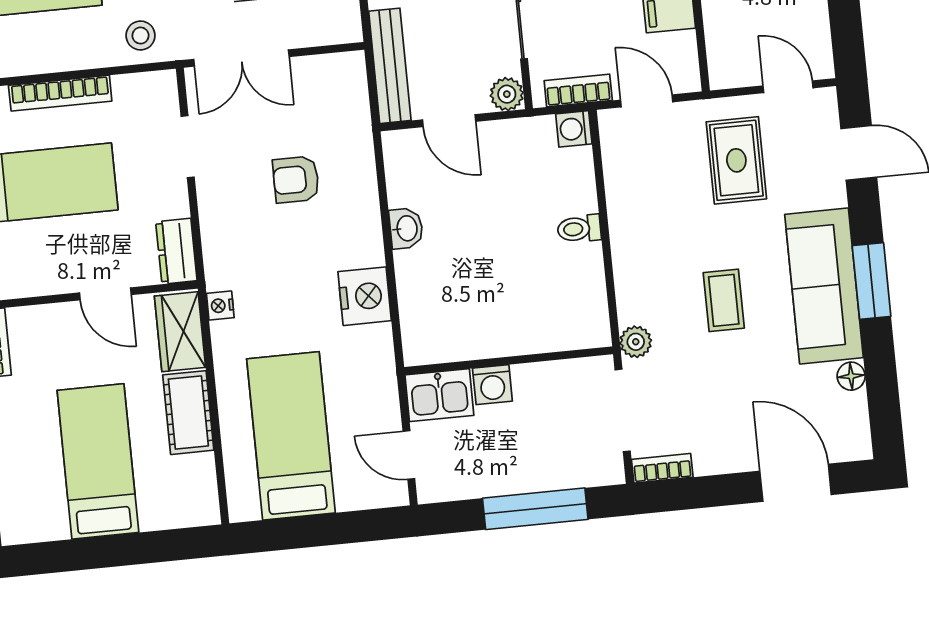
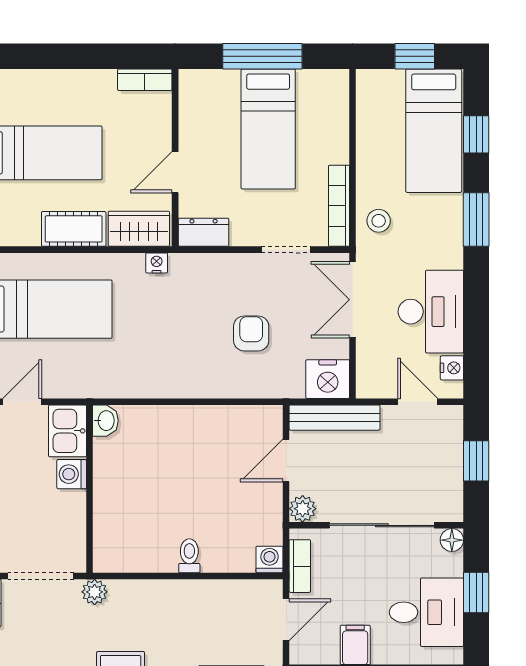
bookcase: (60, 93) -> (339, 206), moved
washbasin: (406, 228) -> (105, 421), moved, turned -90
nightstand: (365, 296) -> (328, 379), moved

